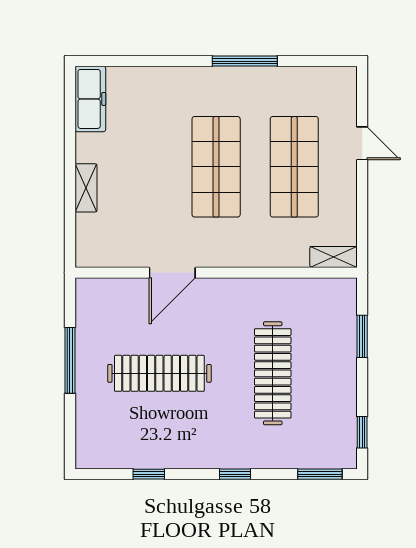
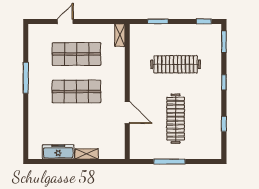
freezer: (90, 99) -> (58, 152), moved

